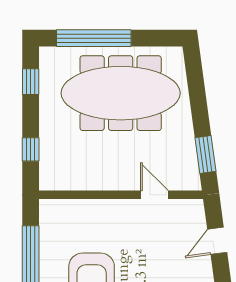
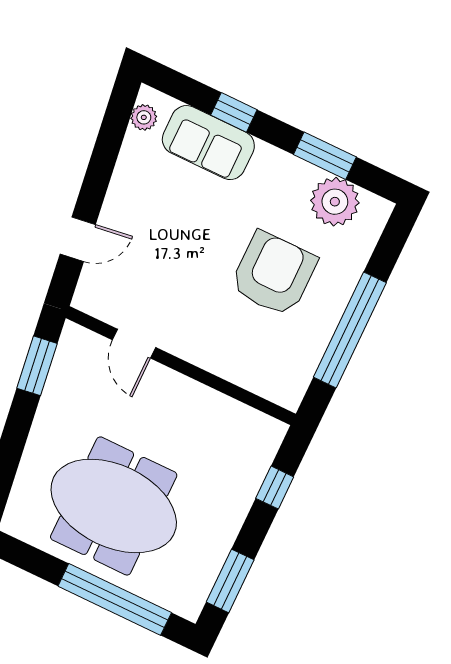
window: (31, 82) -> (230, 581), width x1.50
meeting table: (121, 93) -> (114, 506), width x0.73

